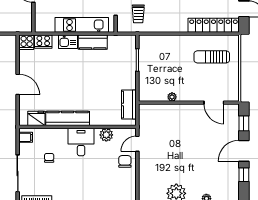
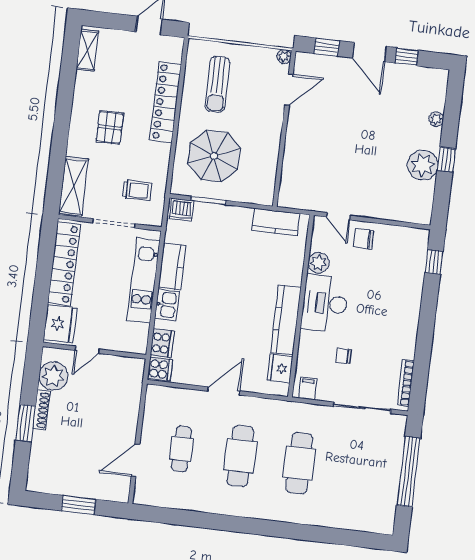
locker: (214, 25) -> (166, 102), moved
dishwasher: (129, 44) -> (181, 210), added
parasol: (166, 60) -> (214, 156), added
plant: (172, 97) -> (284, 57), moved
desk: (81, 142) -> (325, 303), width x1.37

